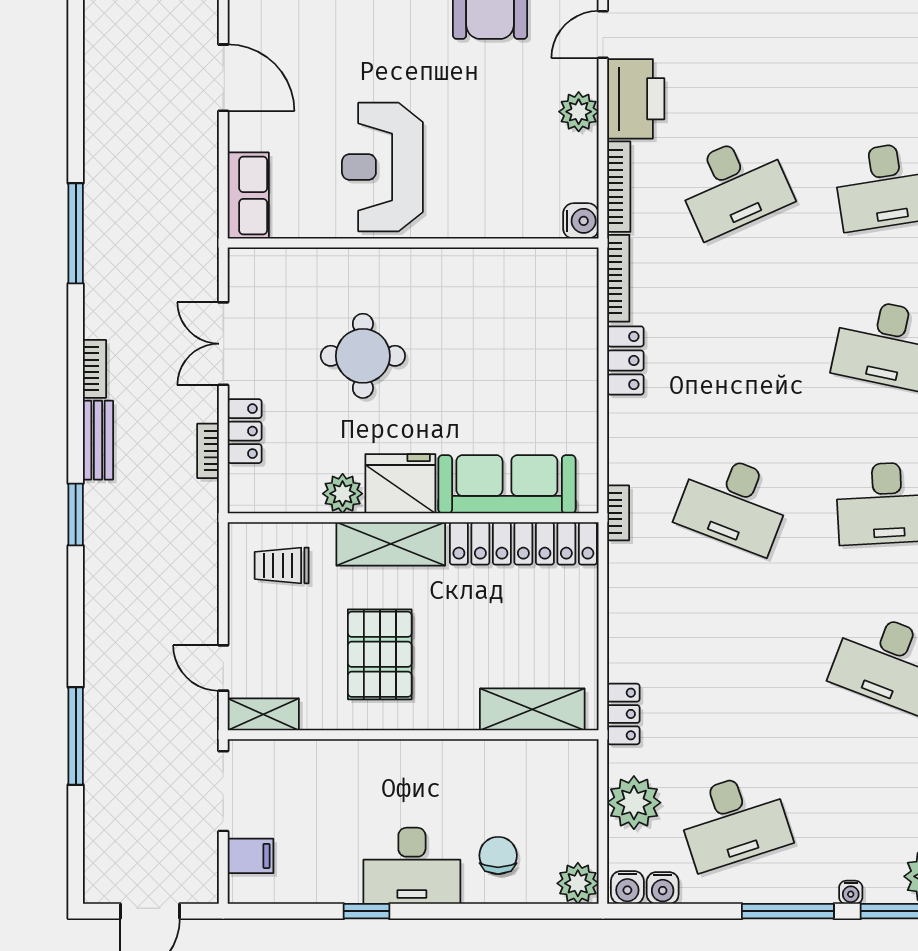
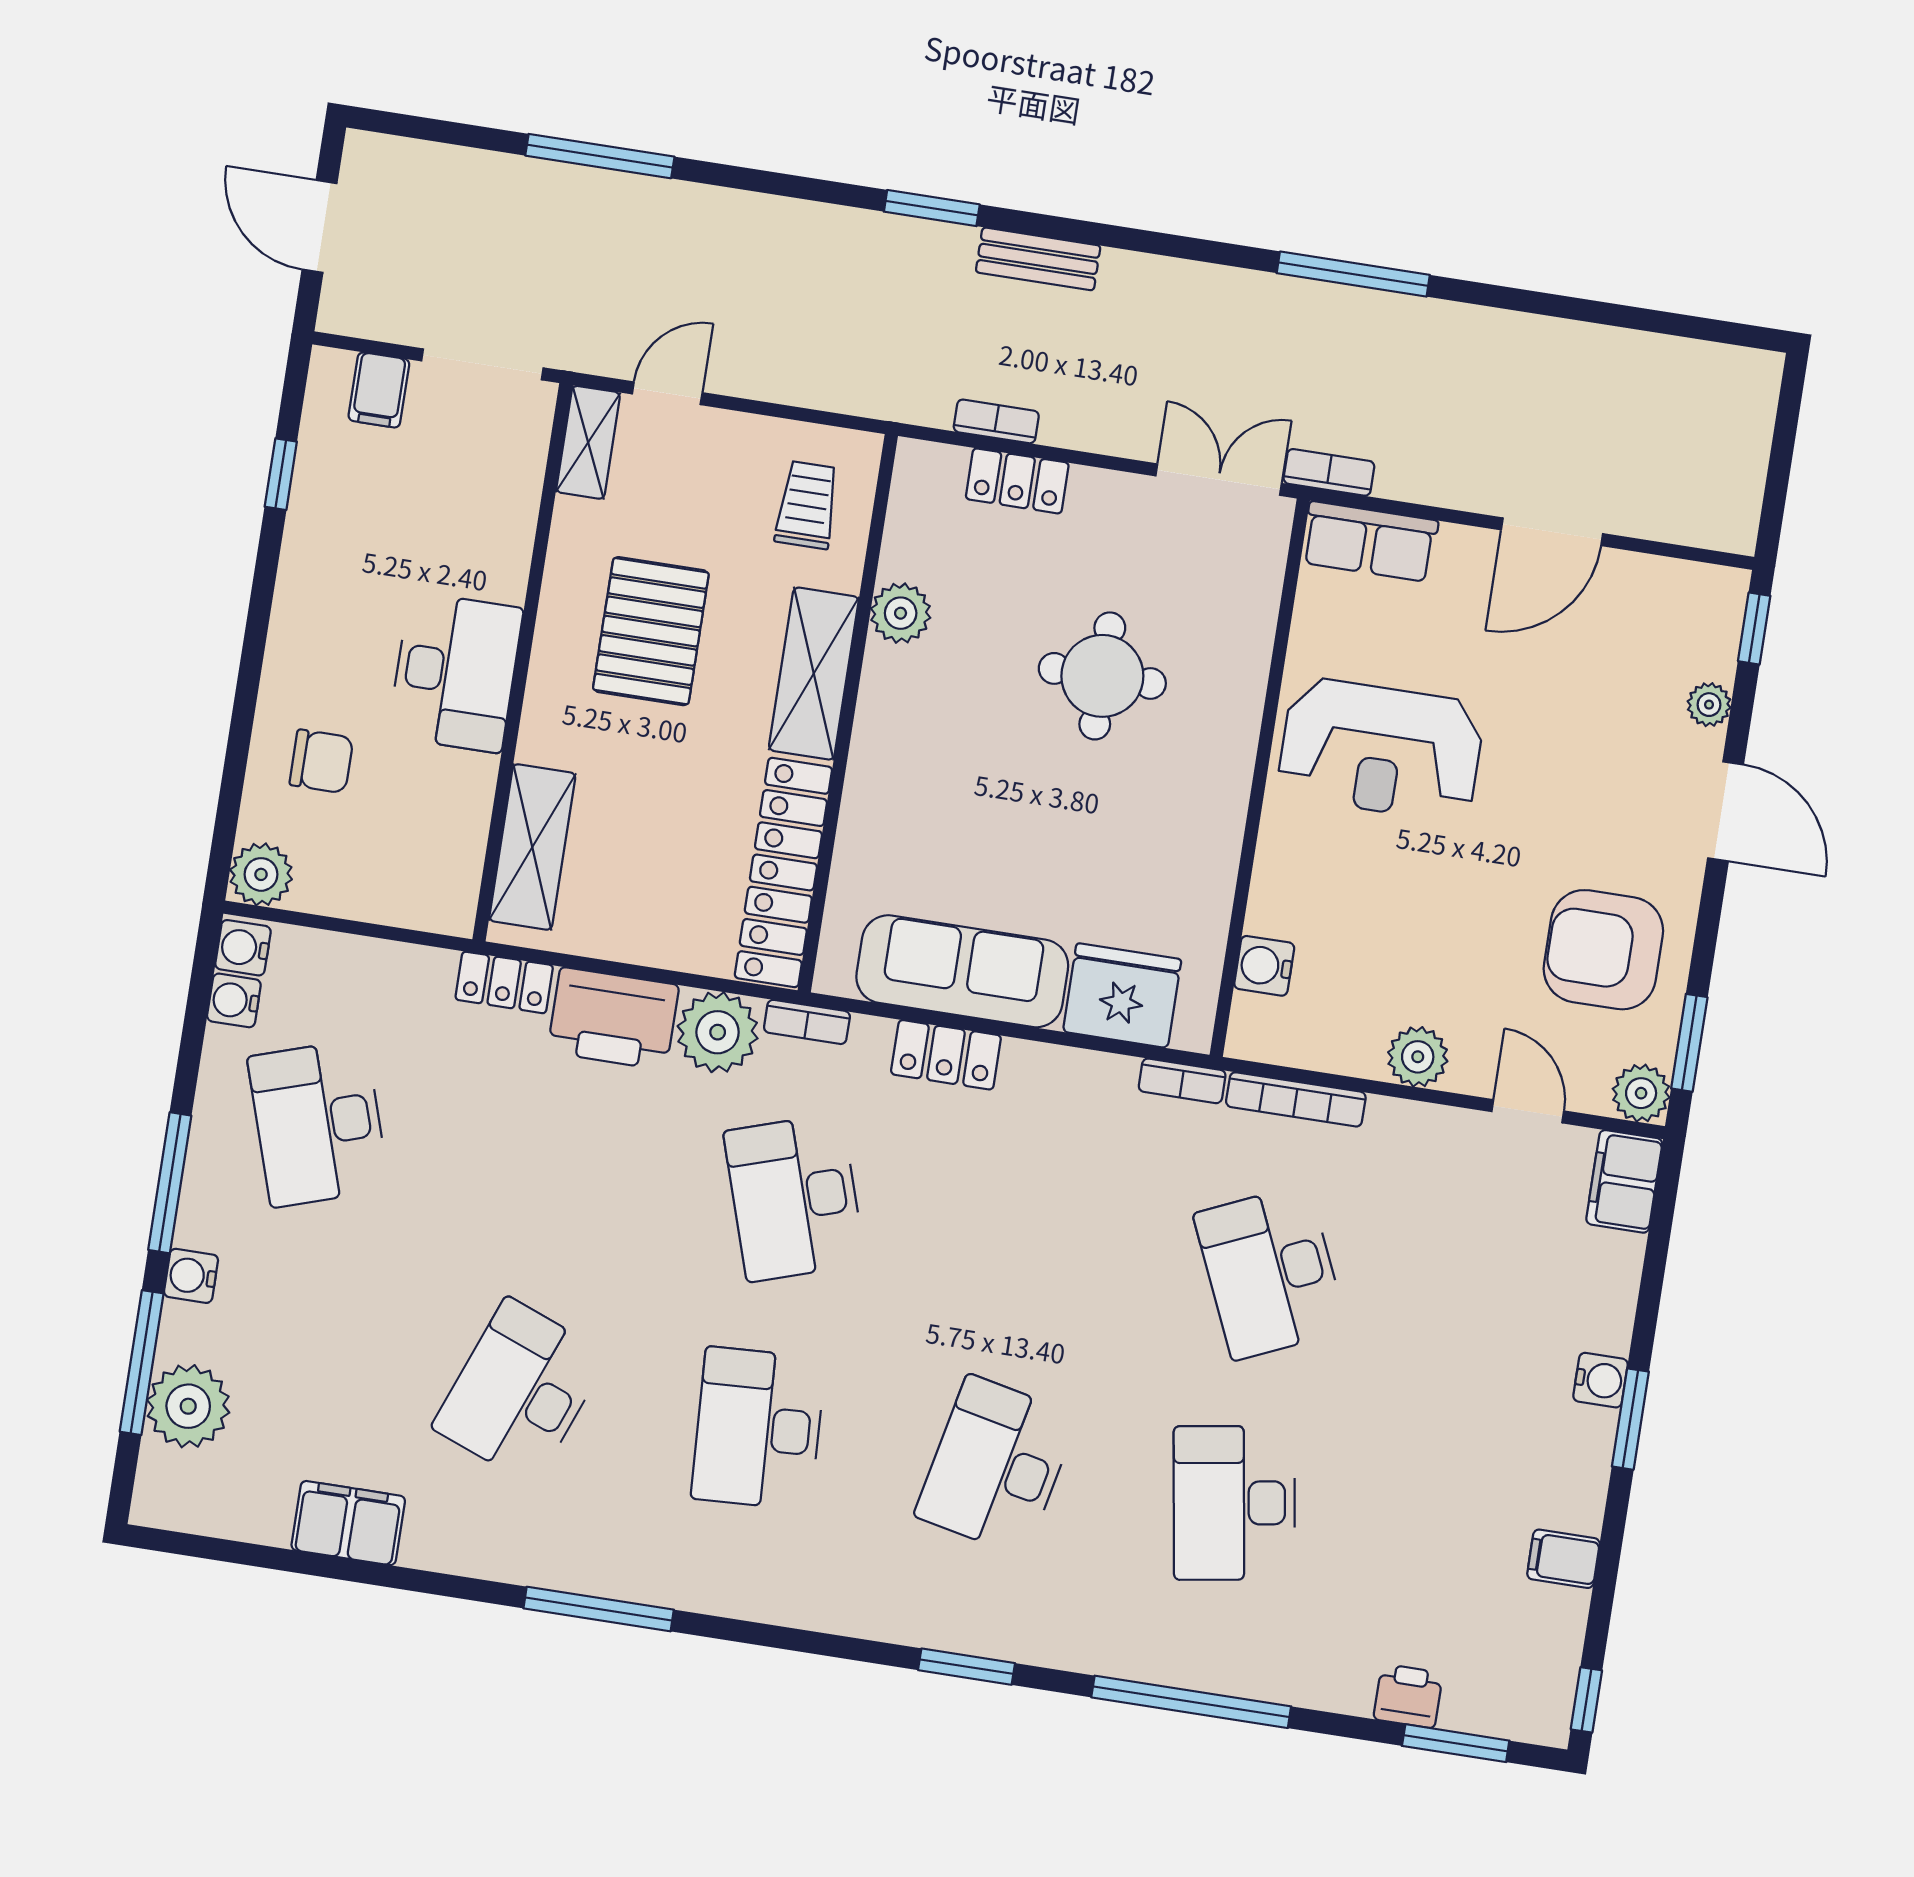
printer: (636, 99) -> (613, 1019), moved
reception desk: (382, 167) -> (1381, 750), turned 180
water cooler: (581, 221) -> (1264, 966), moved, turned 90
bookcase: (618, 278) -> (1182, 1081), width x0.64
double door: (223, 344) -> (1219, 480), moved
locker: (625, 360) -> (946, 1055), moved
bookcase: (95, 369) -> (1329, 472), moved, turned 180
fridge: (400, 484) -> (1122, 995), moved, turned -90
sofa: (507, 484) -> (962, 971), moved, turned -90
desk: (734, 503) -> (794, 1198), turned -39
pallet: (380, 654) -> (651, 631), turned 90
plant: (634, 803) -> (718, 1032), moved
desk: (412, 866) -> (456, 672), moved, turned 180
water cooler: (851, 892) -> (191, 1276), width x1.38, depth x1.38
window: (366, 911) -> (281, 474), moved

